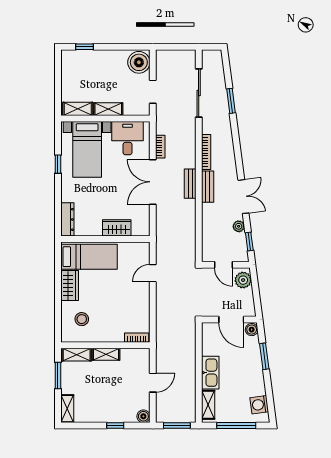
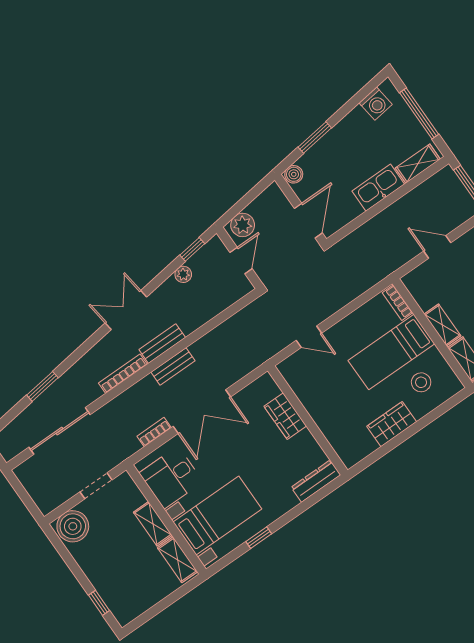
double door: (243, 197) -> (126, 310), moved
bed: (89, 257) -> (391, 352), moved, turned -90
door: (231, 319) -> (308, 221), moved

